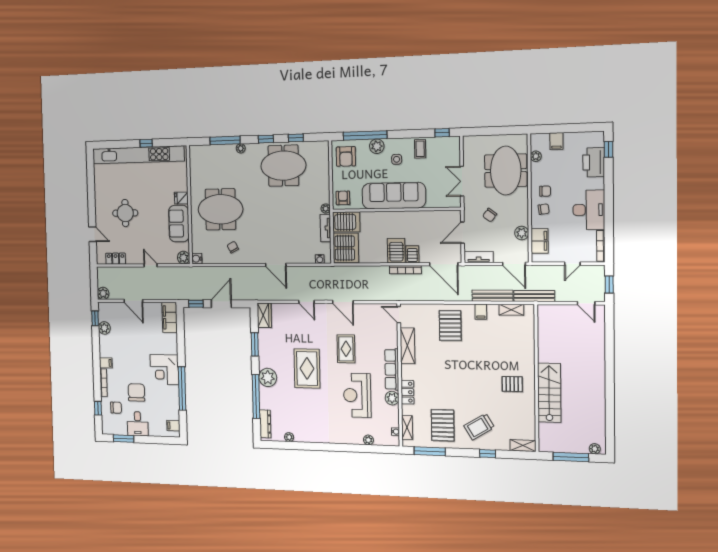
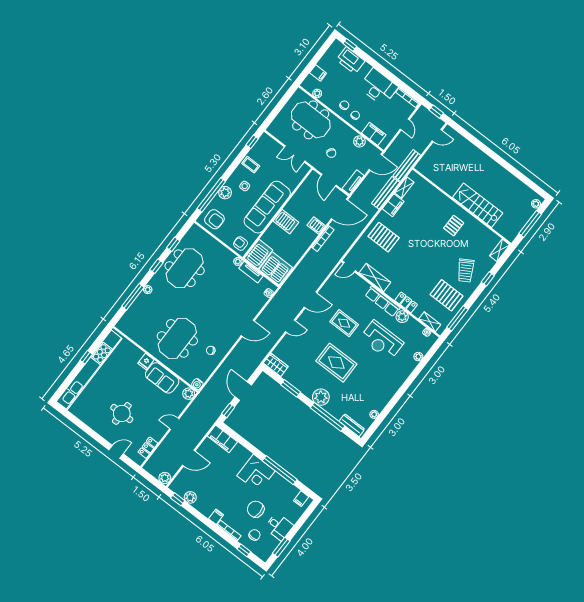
server rack: (396, 251) -> (286, 222), moved, turned 180
filing cabinet: (481, 312) -> (393, 205), width x2.00

